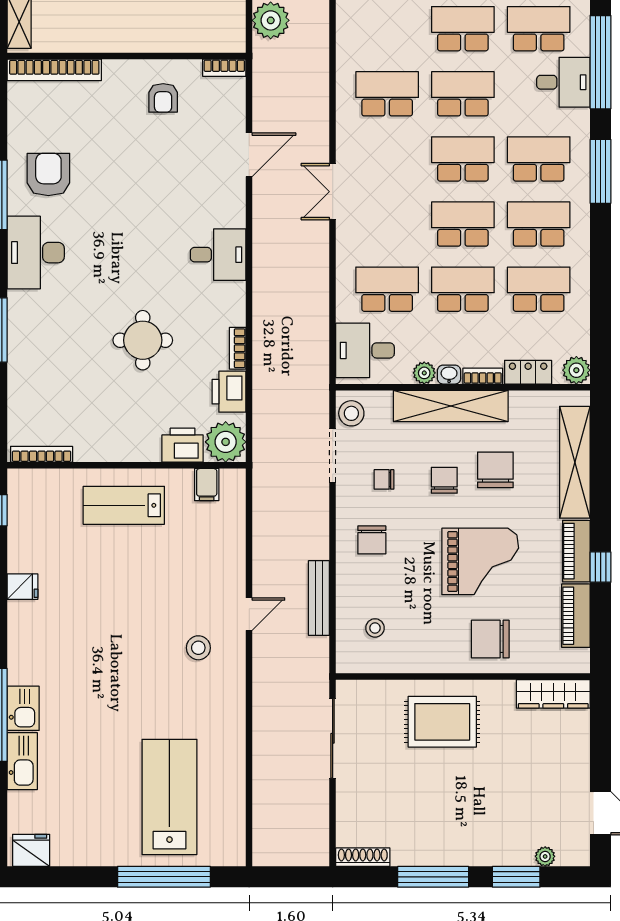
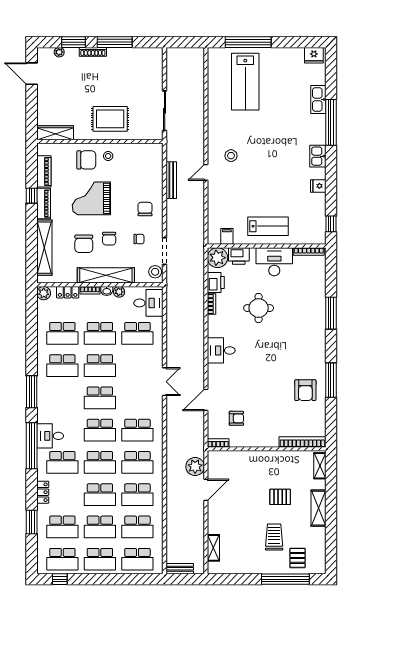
armchair: (163, 98) -> (236, 418), moved, turned 90
school desk: (539, 159) -> (137, 462), moved
desk: (36, 253) -> (274, 262), moved, turned -90
stool: (375, 628) -> (108, 156), moved
kitchen sink: (23, 708) -> (318, 156), moved
shoe rack: (363, 857) -> (93, 52), moved

